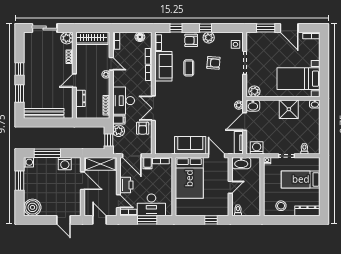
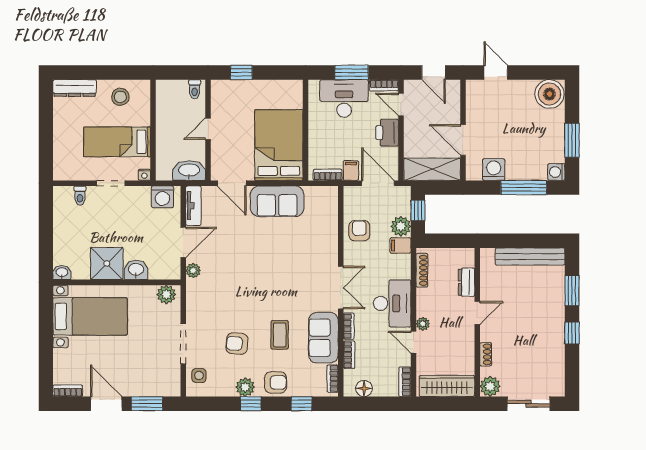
desk: (124, 101) -> (392, 303), moved
washbasin: (253, 106) -> (136, 270), moved
double door: (153, 108) -> (341, 287), moved
bed: (301, 179) -> (117, 142), moved, turned 180

